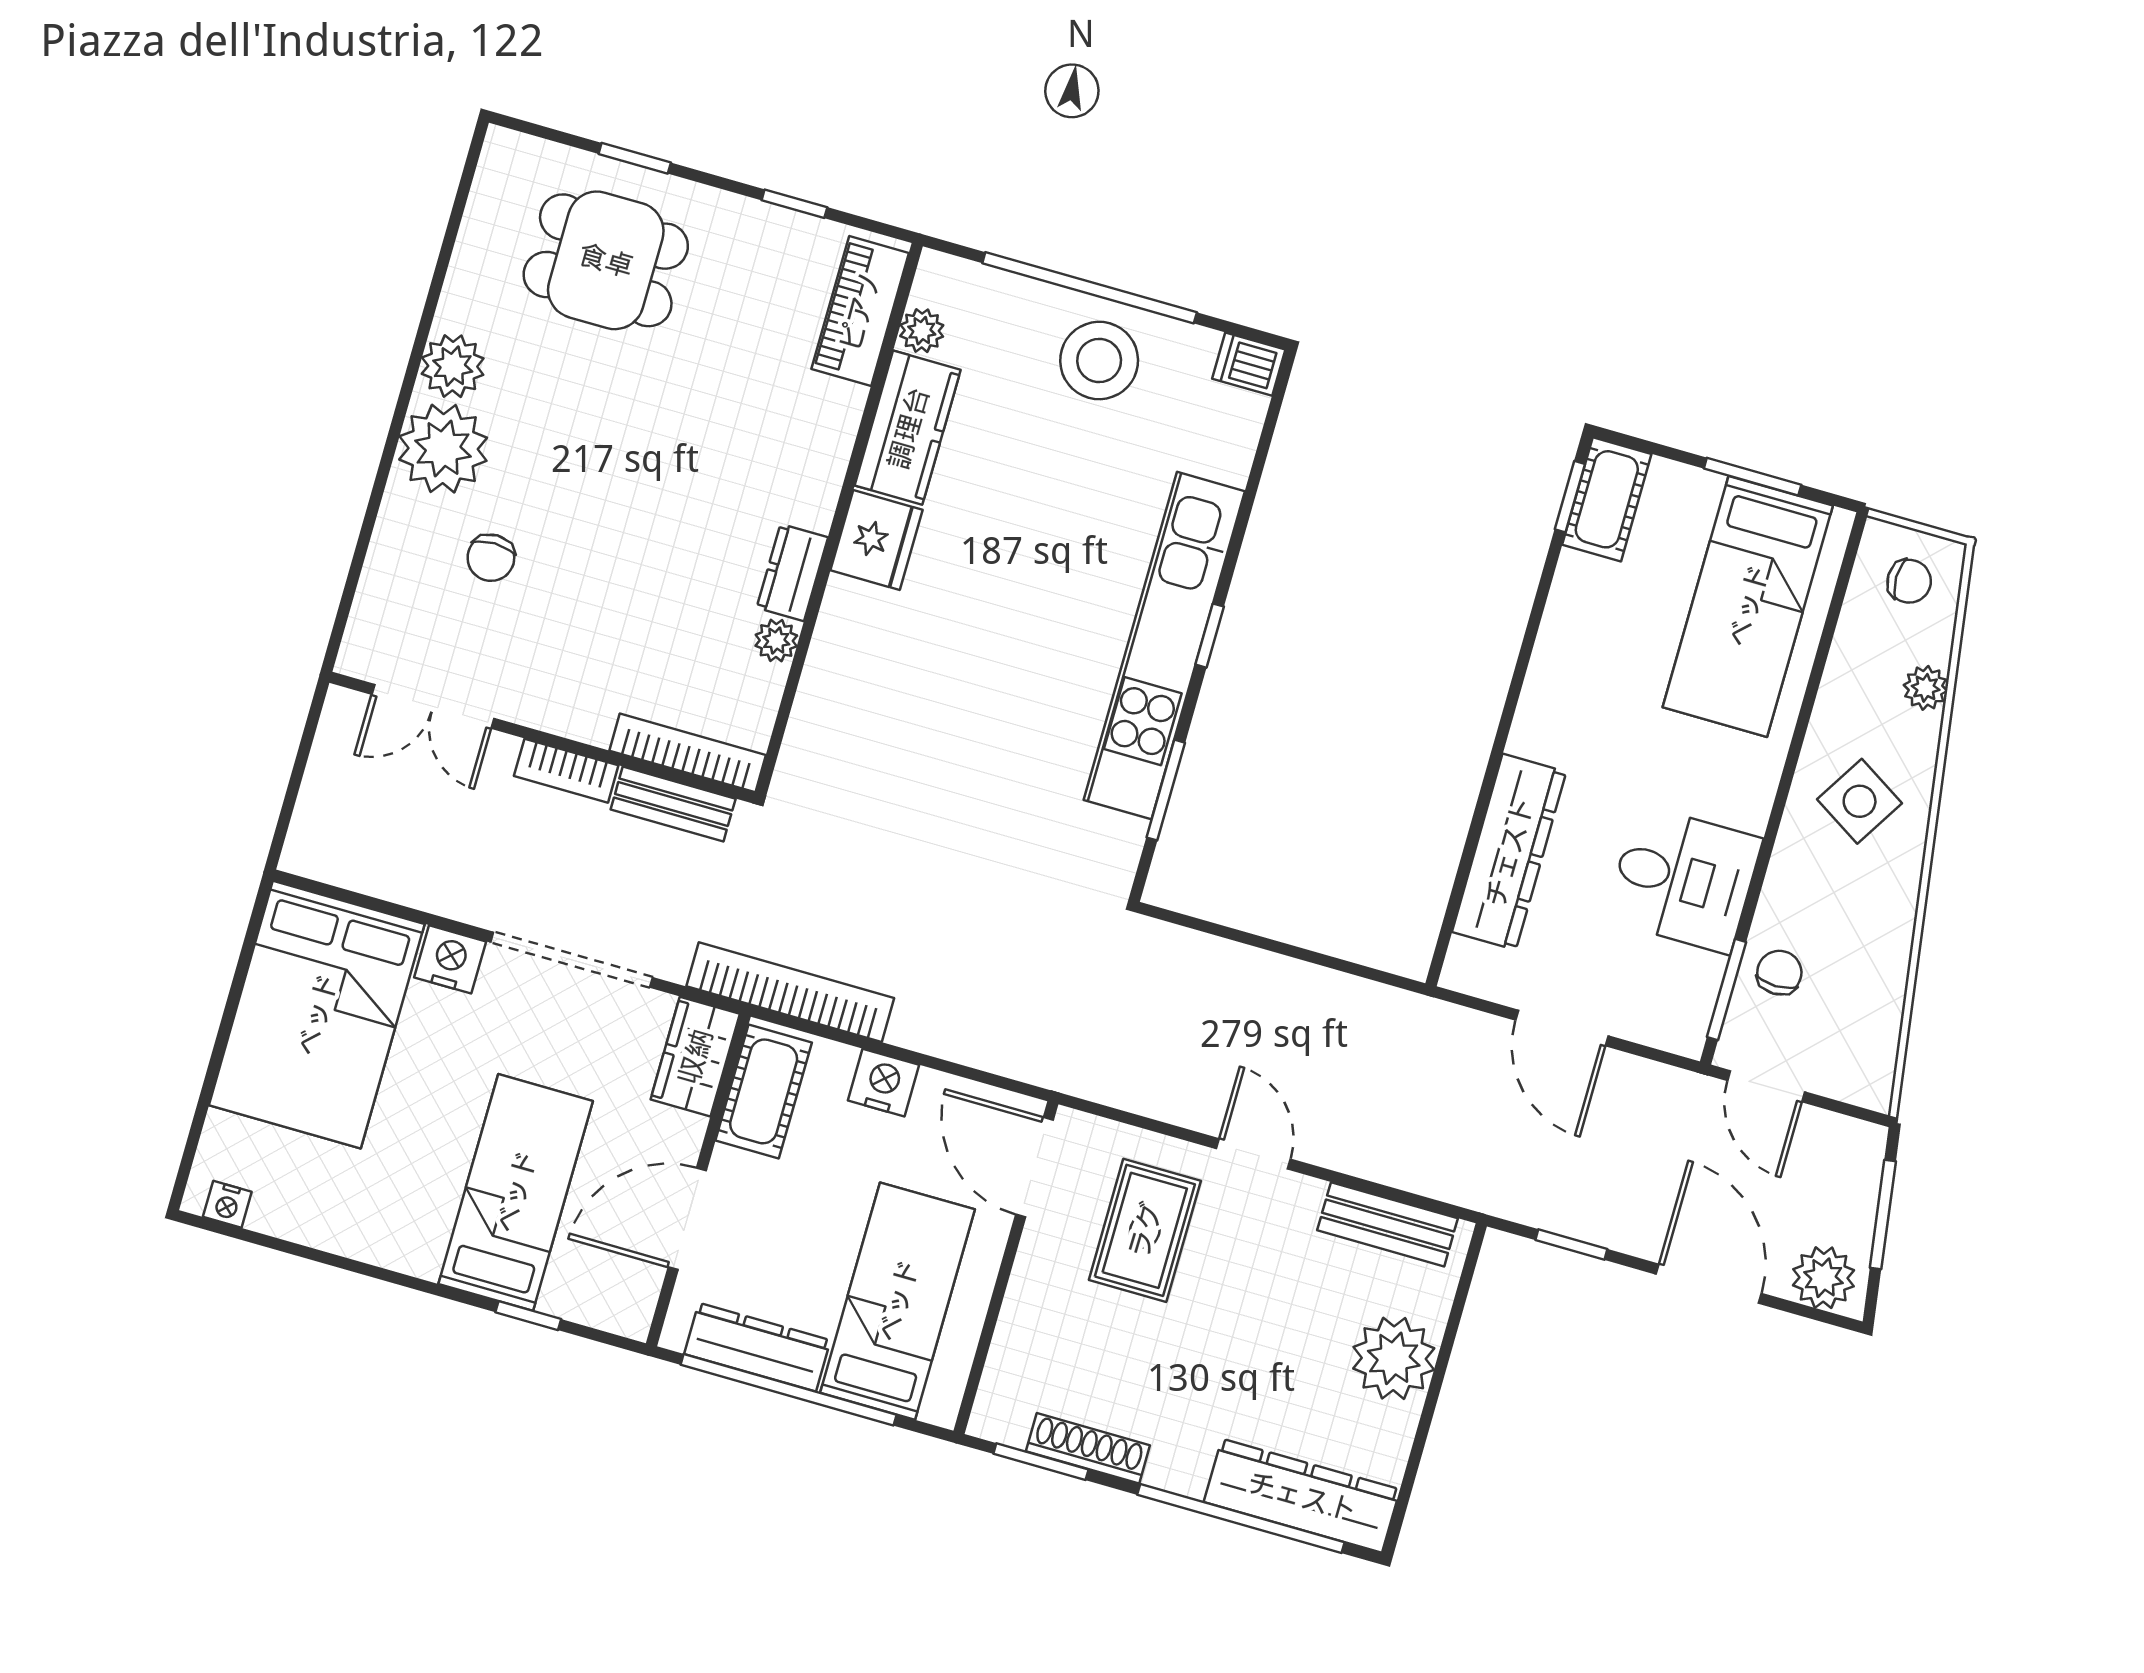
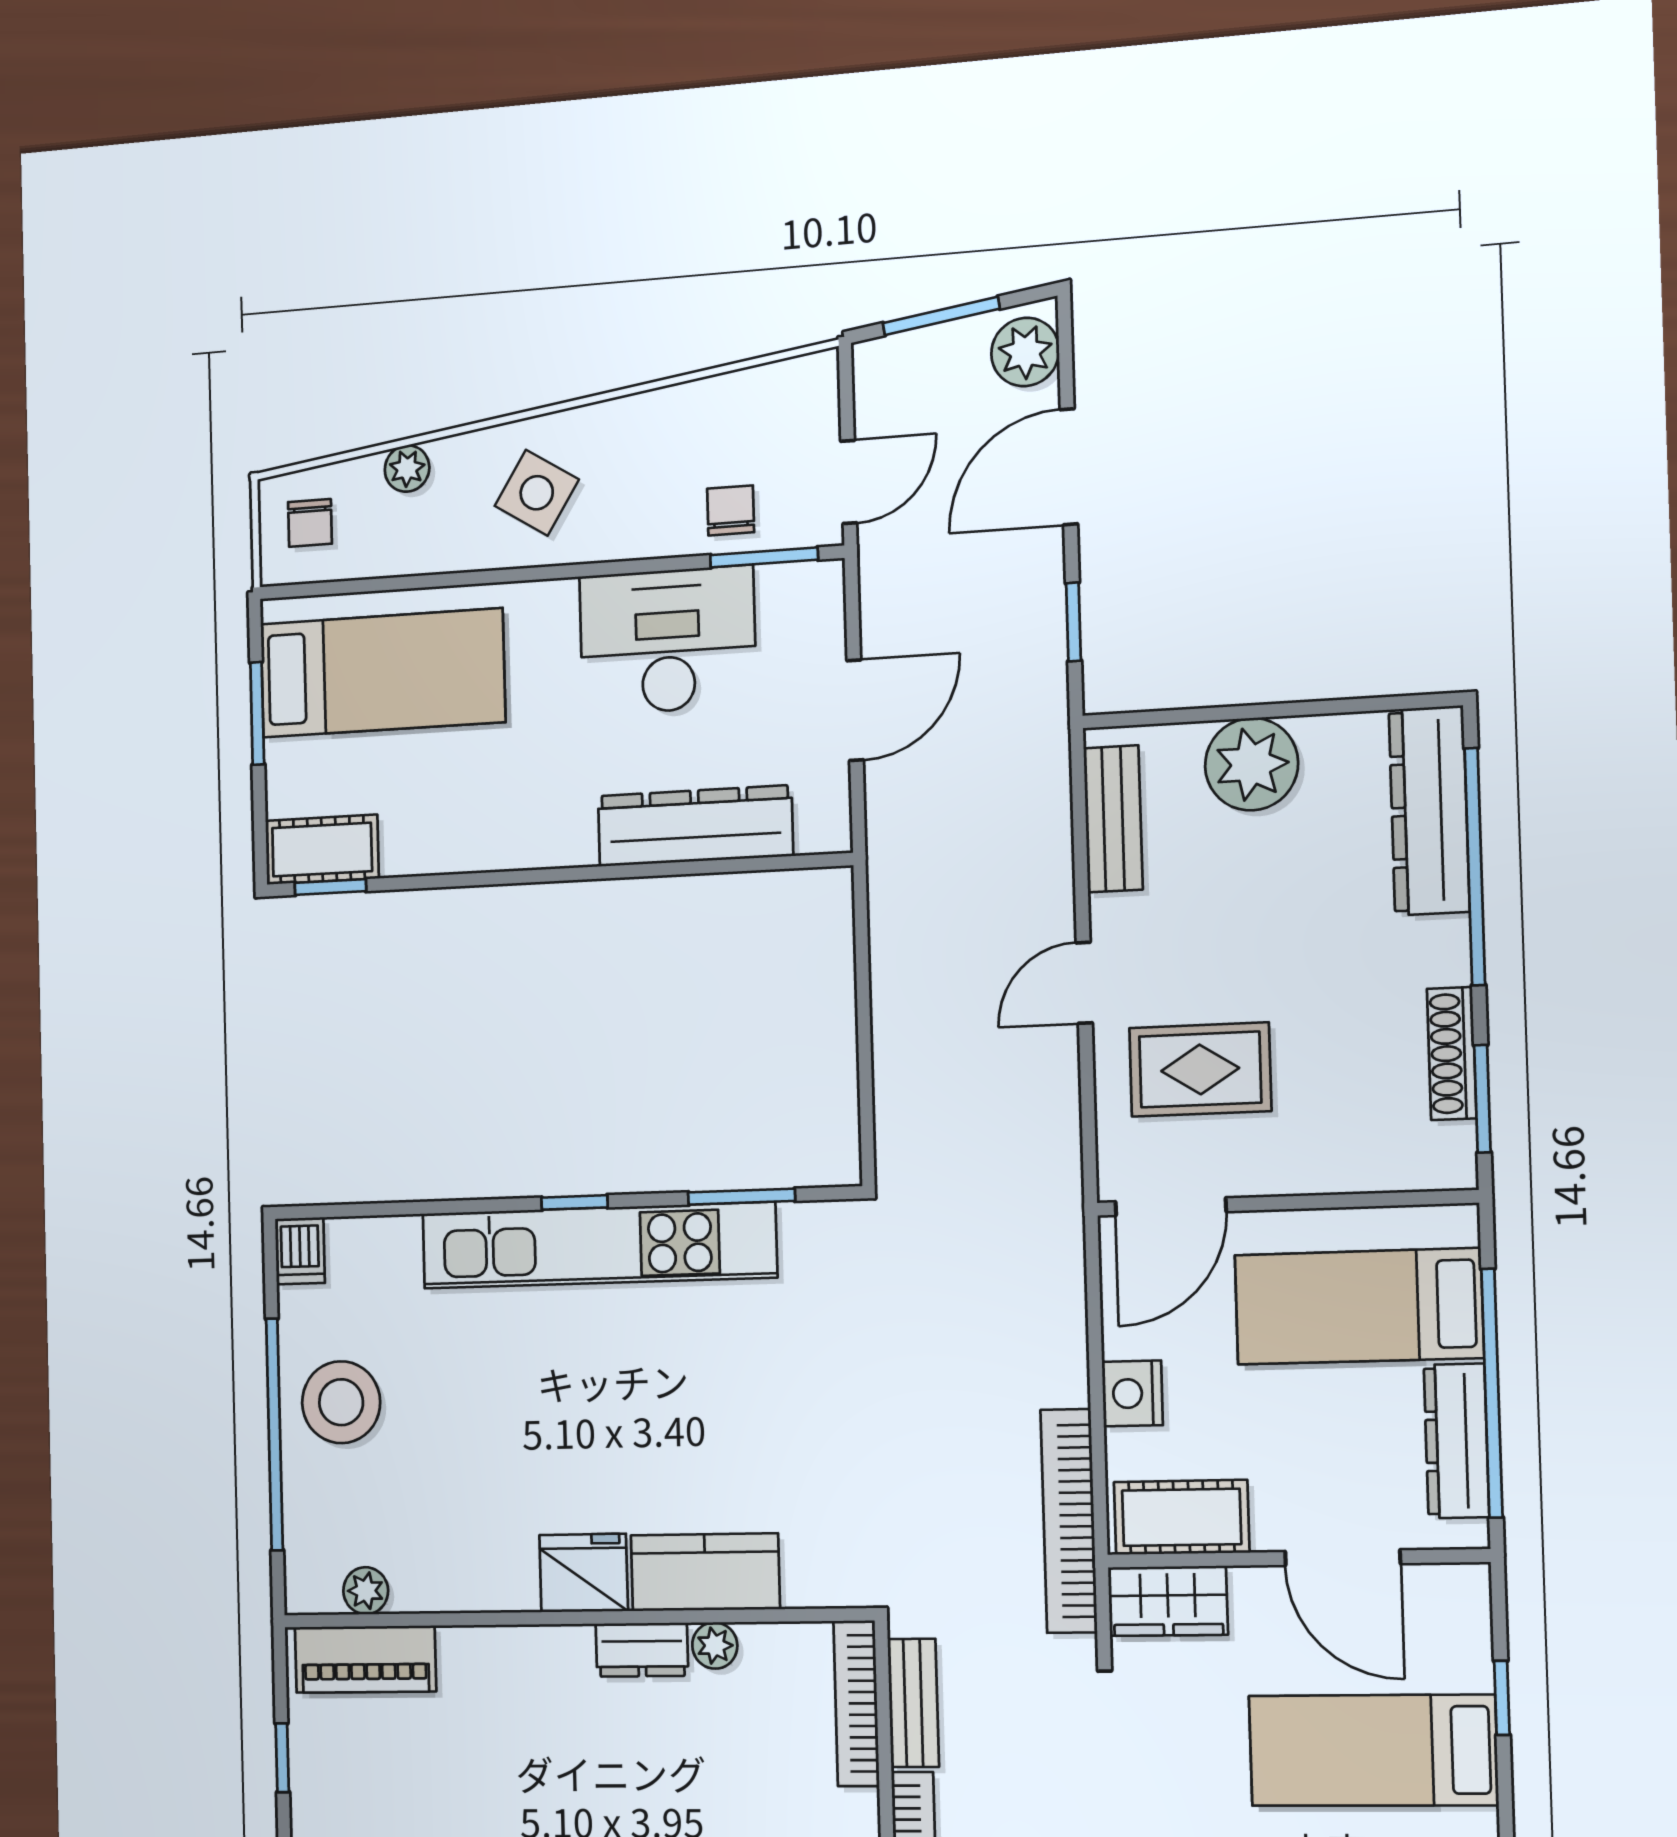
kitchen counter: (908, 428) -> (705, 1572), moved
chair: (1909, 581) -> (310, 523), turned 180
desk: (1684, 879) -> (668, 640), width x1.37
chair: (1779, 973) -> (731, 510), turned 90

